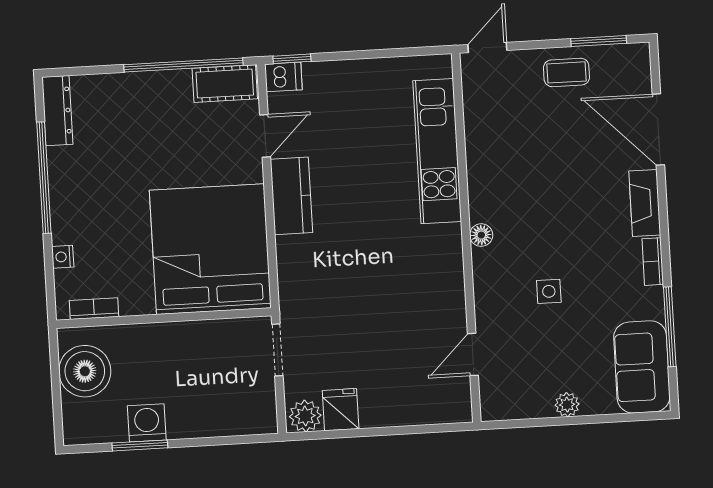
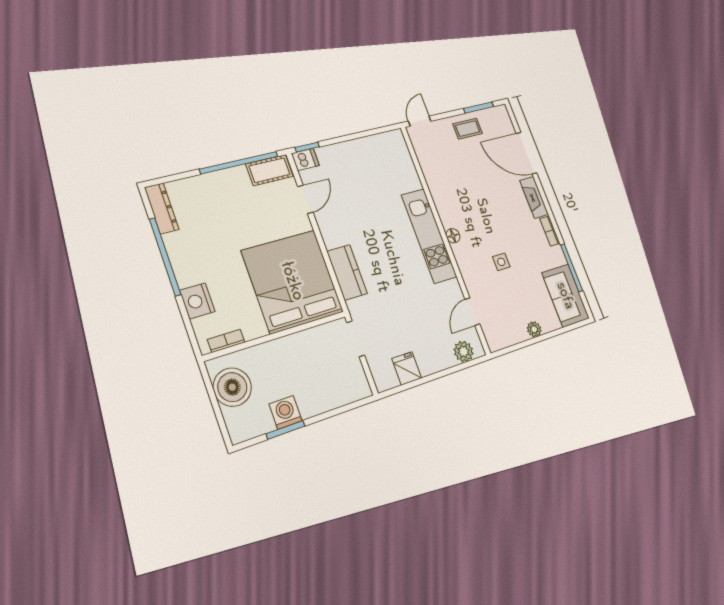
kitchen unit: (437, 151) -> (429, 236), moved
kitchen counter: (291, 196) -> (347, 272), moved
nightstand: (63, 257) -> (197, 301), width x1.89, depth x1.79
plant: (305, 416) -> (464, 352), moved

